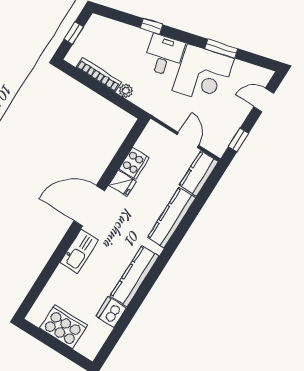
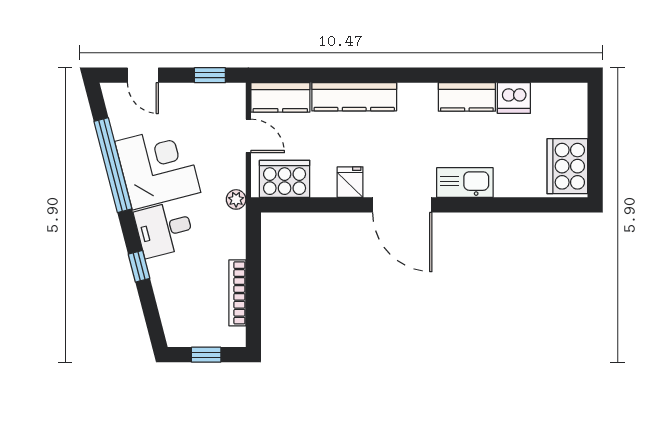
window: (221, 49) -> (113, 165), width x2.11
plant: (126, 91) -> (236, 199), moved
door: (188, 140) -> (248, 136), swing flipped
cooker: (134, 163) -> (285, 179), moved, width x1.37, depth x1.31
kitchen counter: (135, 276) -> (467, 97), width x0.67
cooker: (64, 327) -> (567, 166), moved

